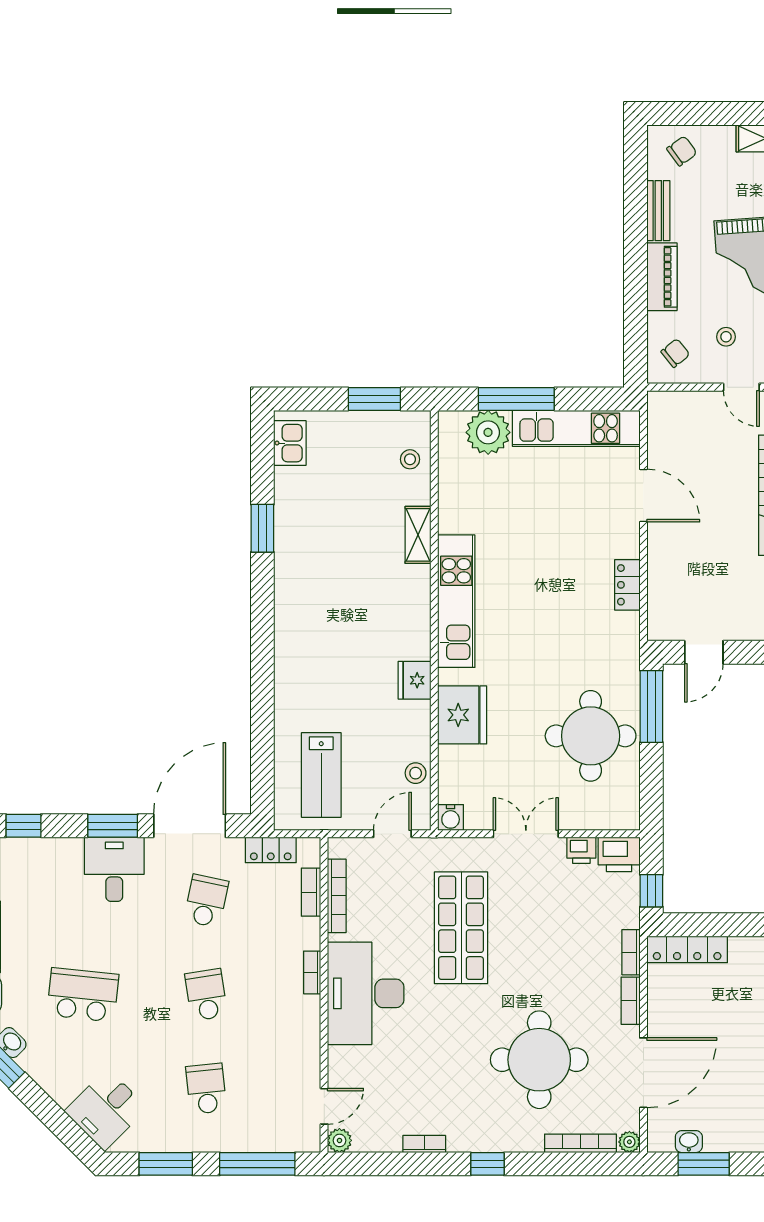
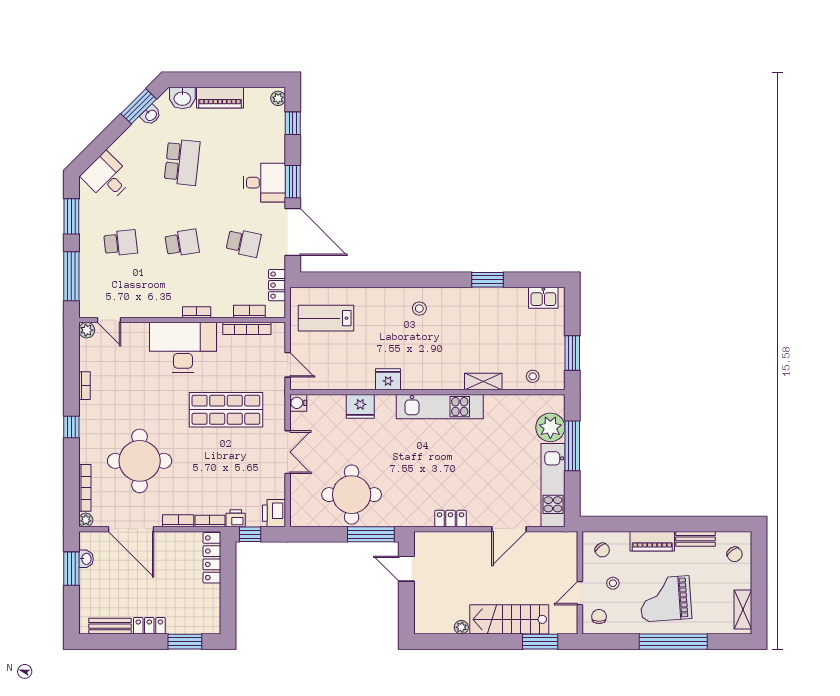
fridge: (462, 715) -> (360, 406), width x0.73, depth x0.75
stool: (416, 773) -> (419, 309), moved
printer: (581, 850) -> (236, 518), moved, turned 90

